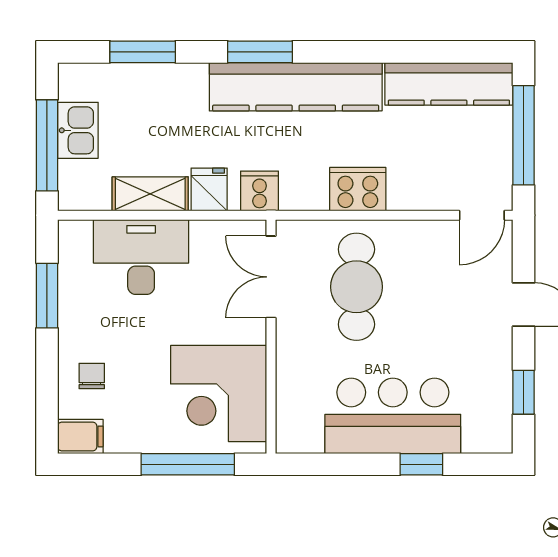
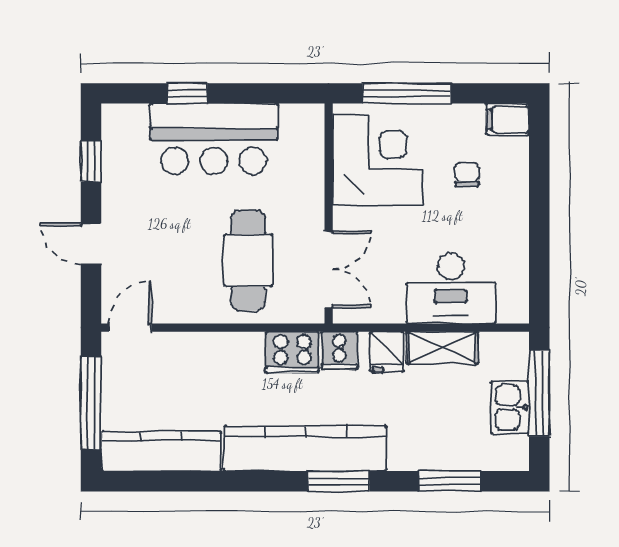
cooker: (358, 189) -> (292, 352), moved
window: (47, 296) -> (539, 252), removed
chair: (92, 376) -> (467, 174), moved, turned 180

